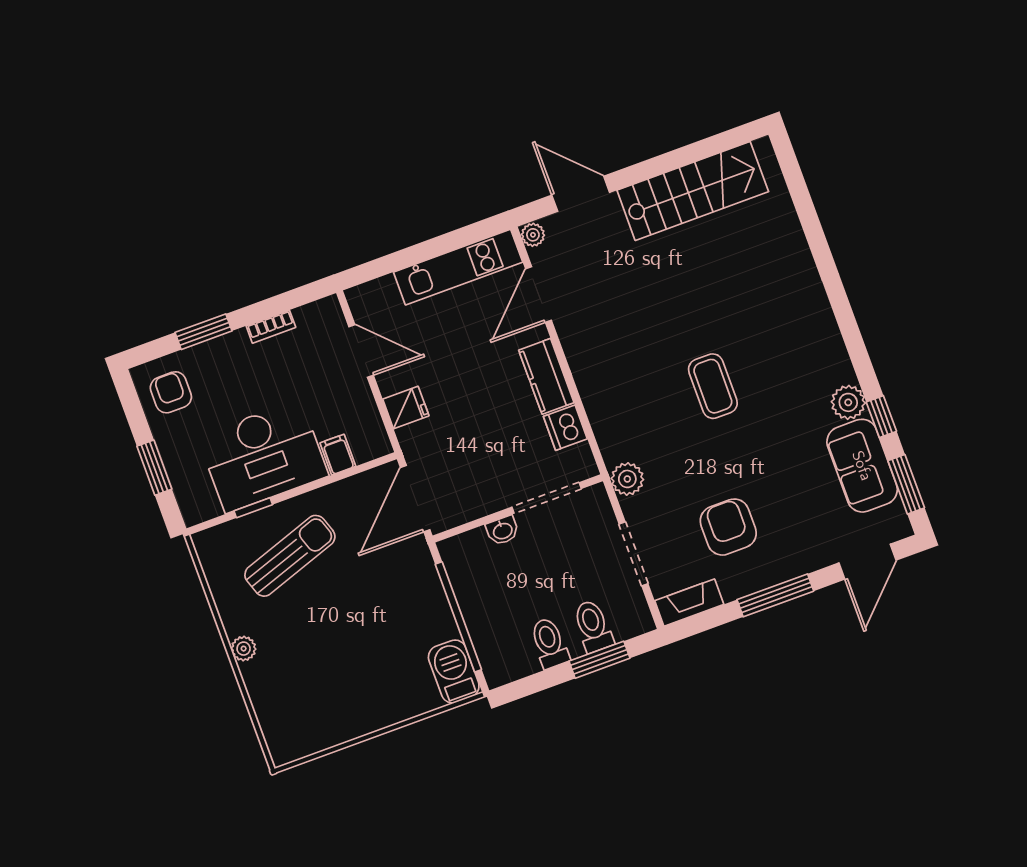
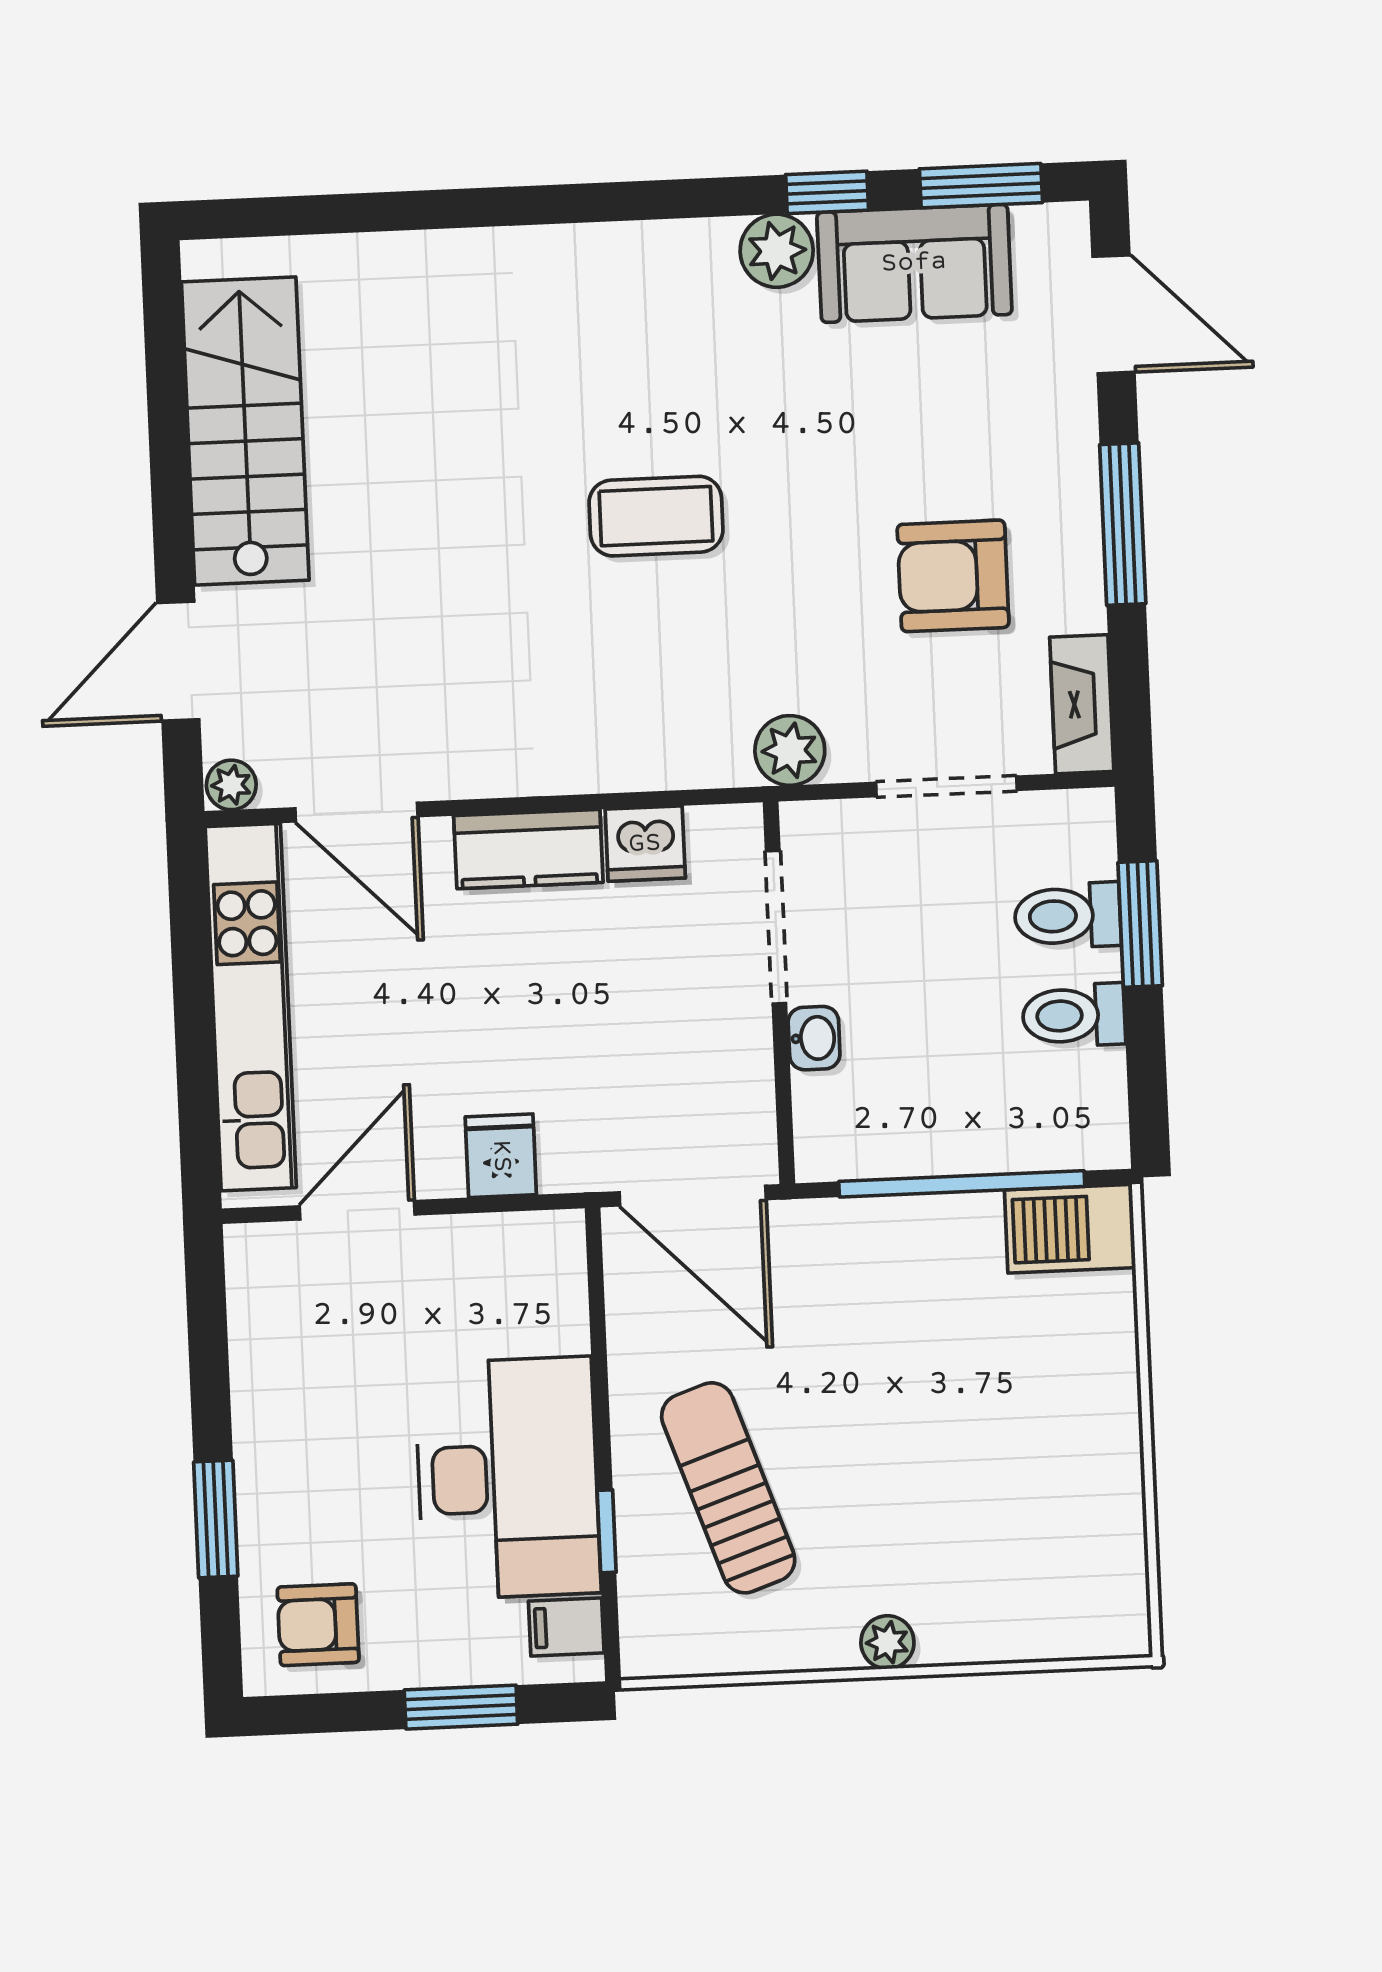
kitchen unit: (458, 267) -> (251, 1007), width x1.36
bookcase: (271, 327) -> (249, 1378), removed
filing cabinet: (338, 455) -> (566, 1627), moved

